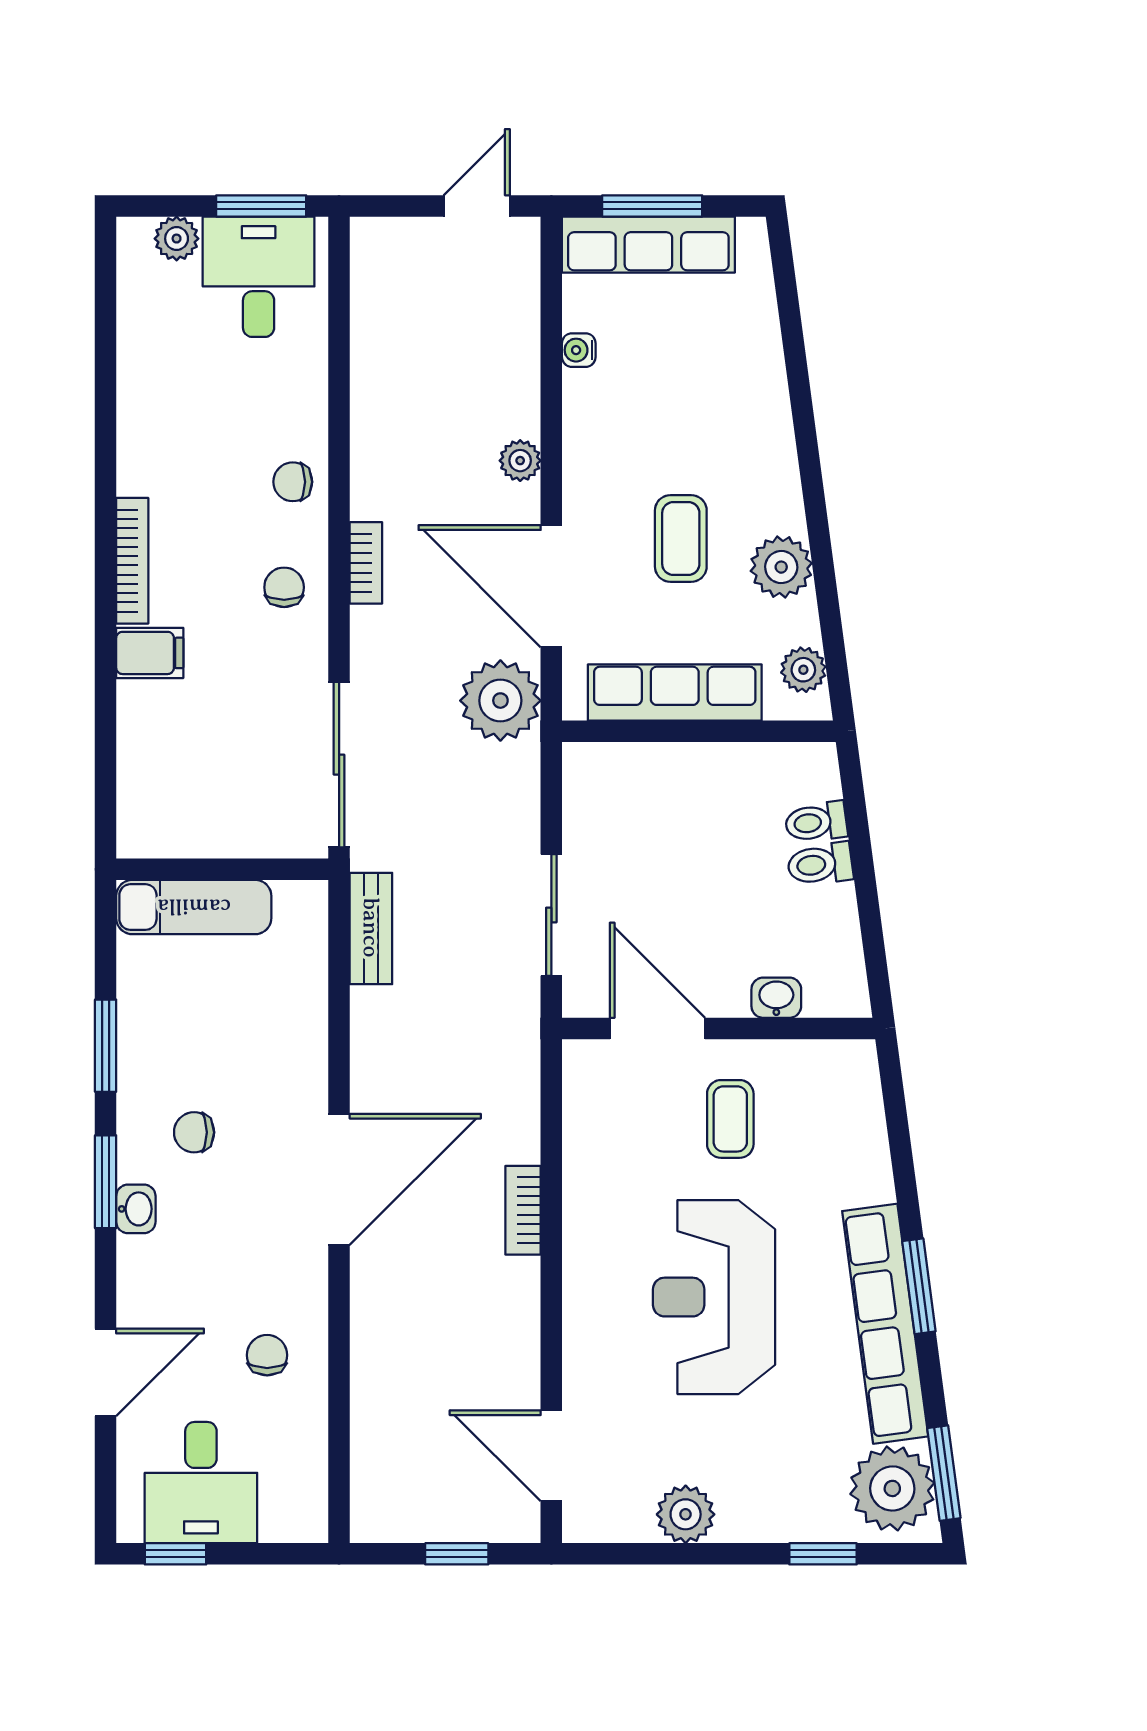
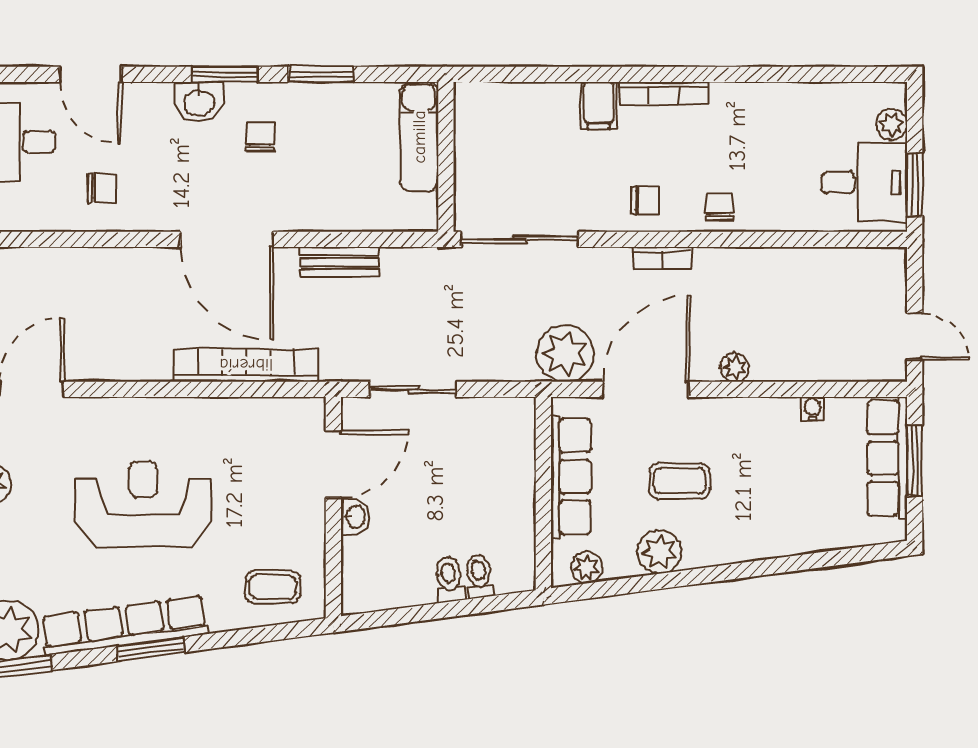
bench: (371, 928) -> (339, 262), moved
washbasin: (776, 998) -> (355, 517), moved
coffee table: (730, 1119) -> (273, 587), moved
washbasin: (136, 1209) -> (199, 102), width x1.38, depth x1.45
bookcase: (523, 1210) -> (246, 365), width x2.31, depth x1.31

